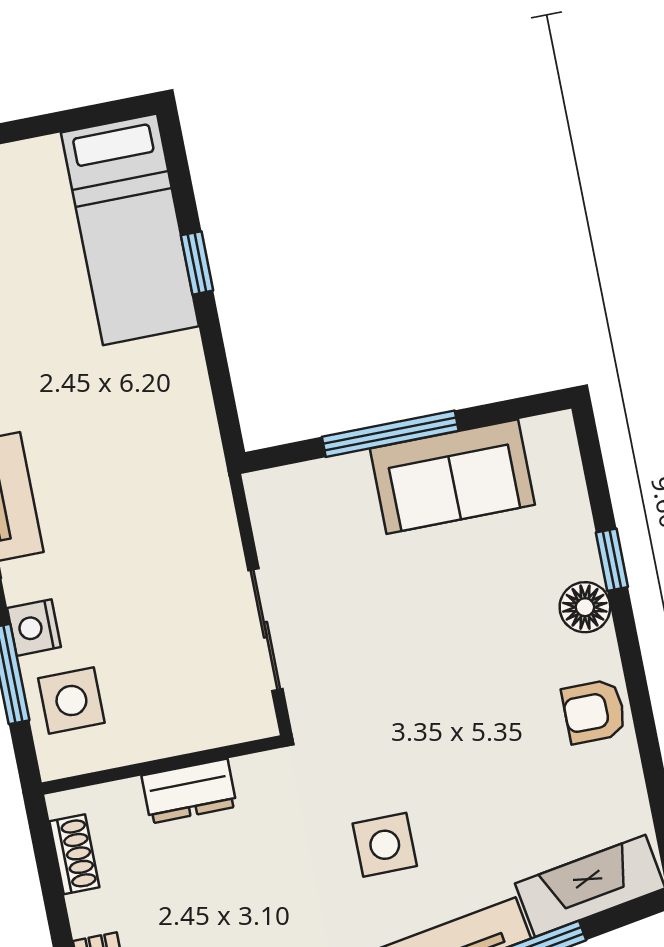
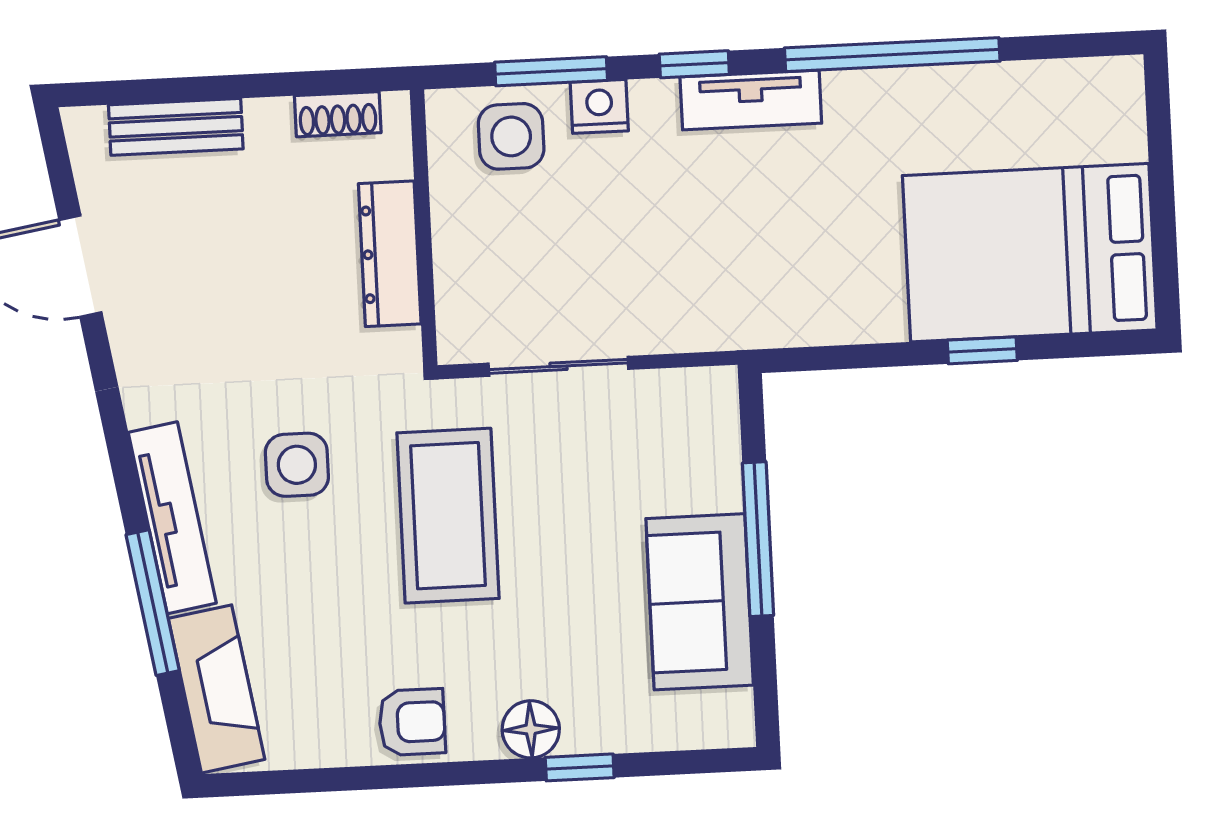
bed: (130, 229) -> (1030, 253), width x1.50
coffee table: (410, 707) -> (448, 516), added
armchair: (594, 711) -> (412, 722), turned 90
dresser: (189, 791) -> (390, 254), width x1.44

